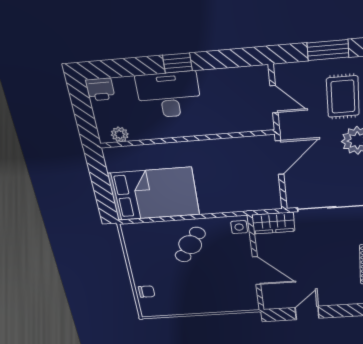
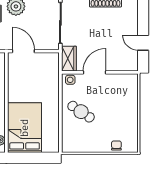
bed: (154, 194) -> (25, 128), moved
door: (257, 271) -> (94, 72), moved

